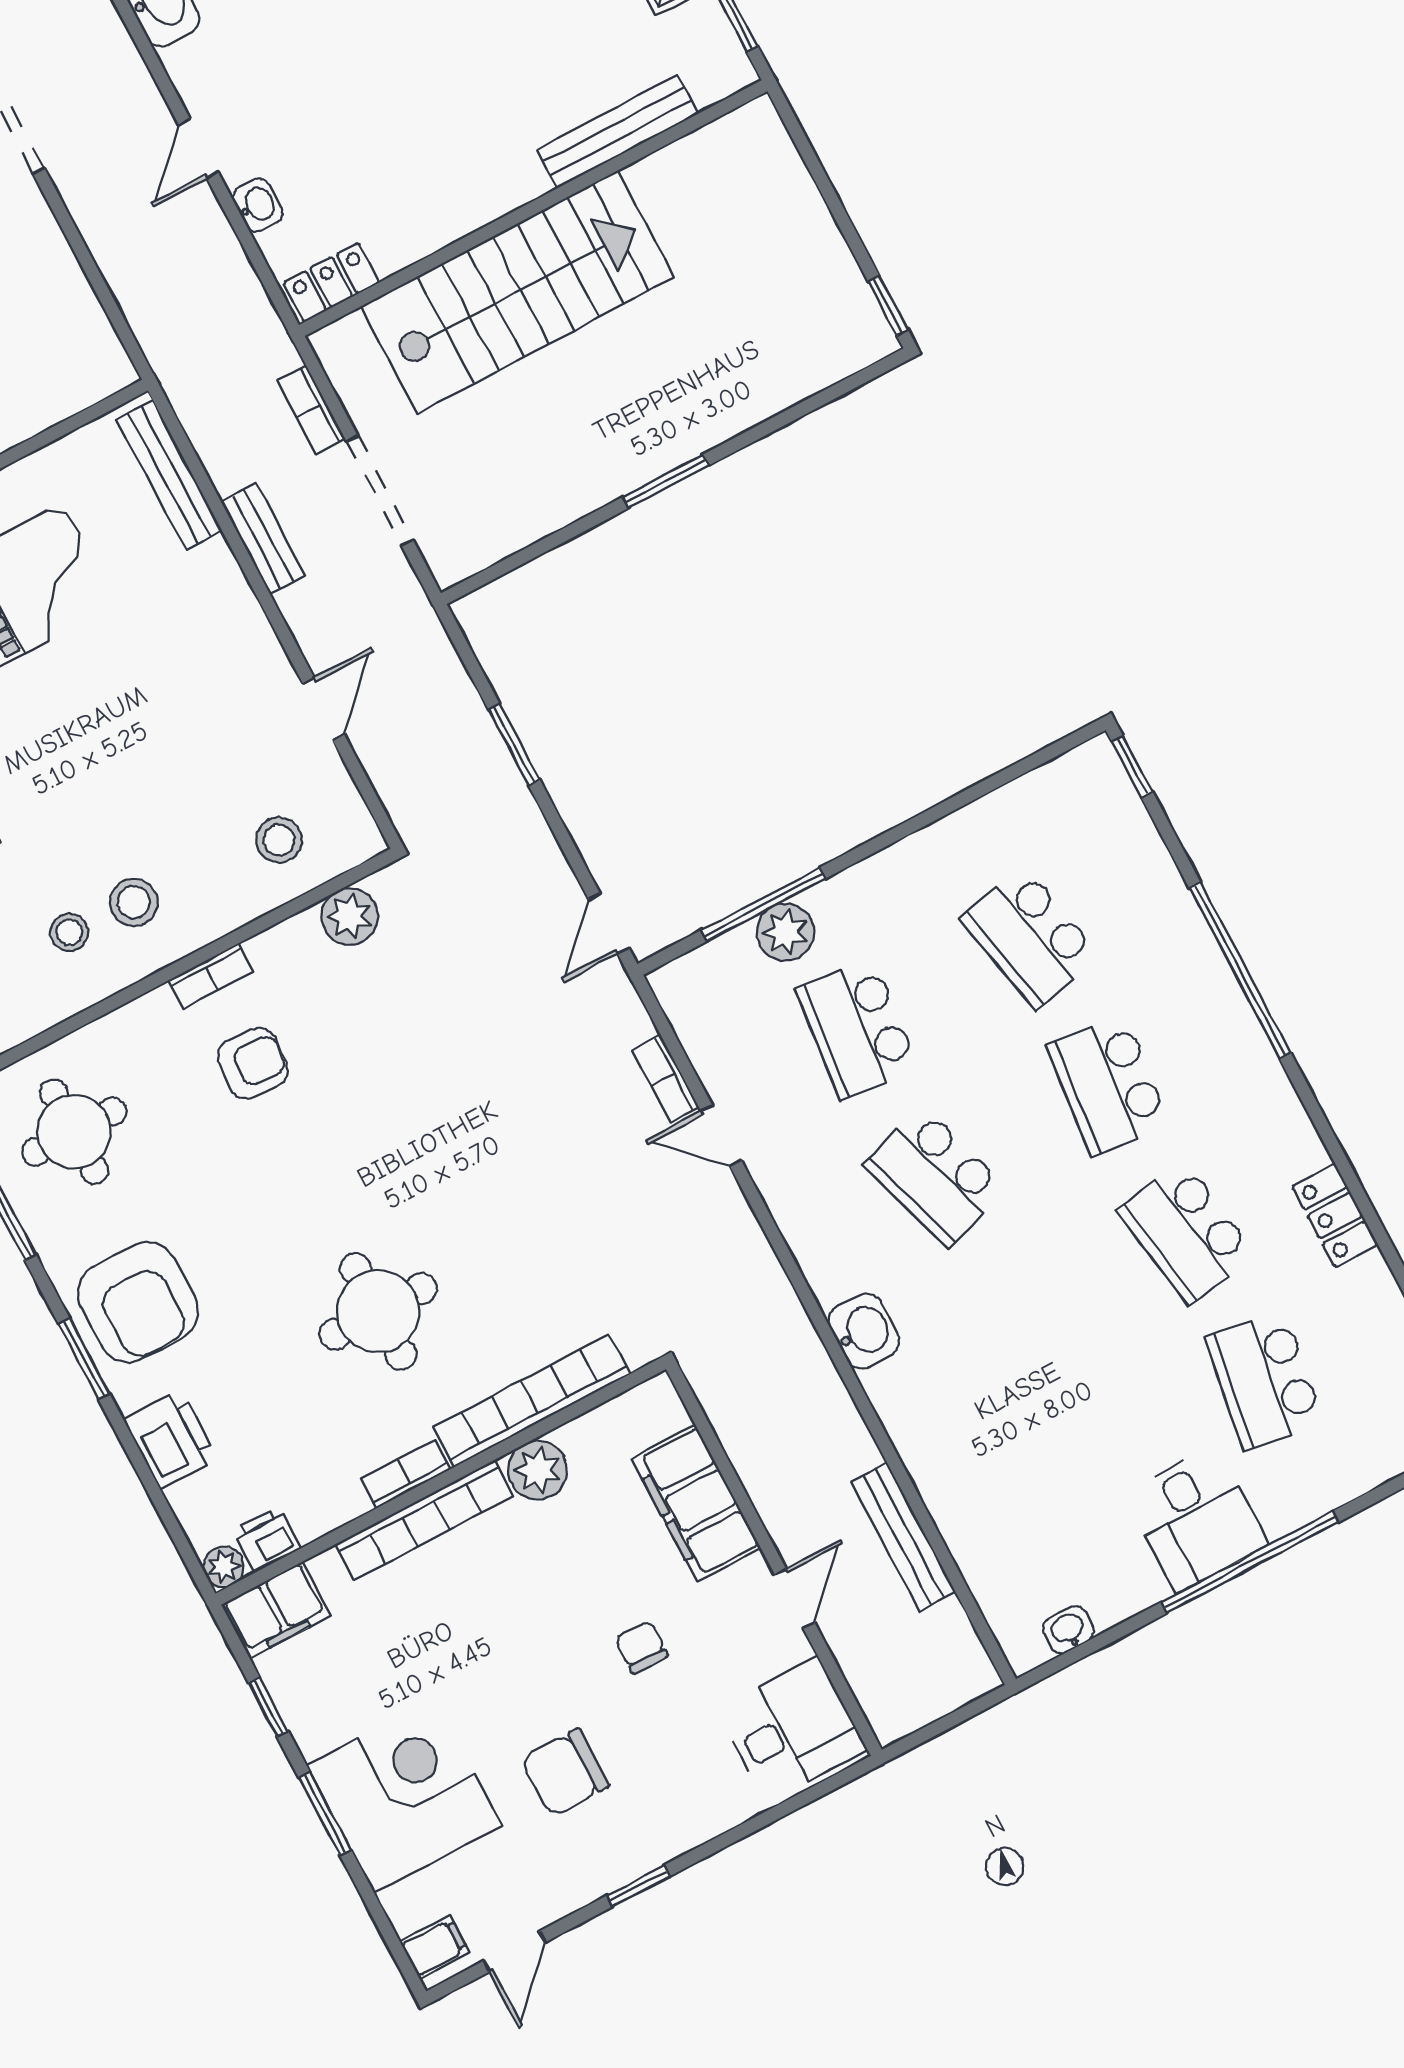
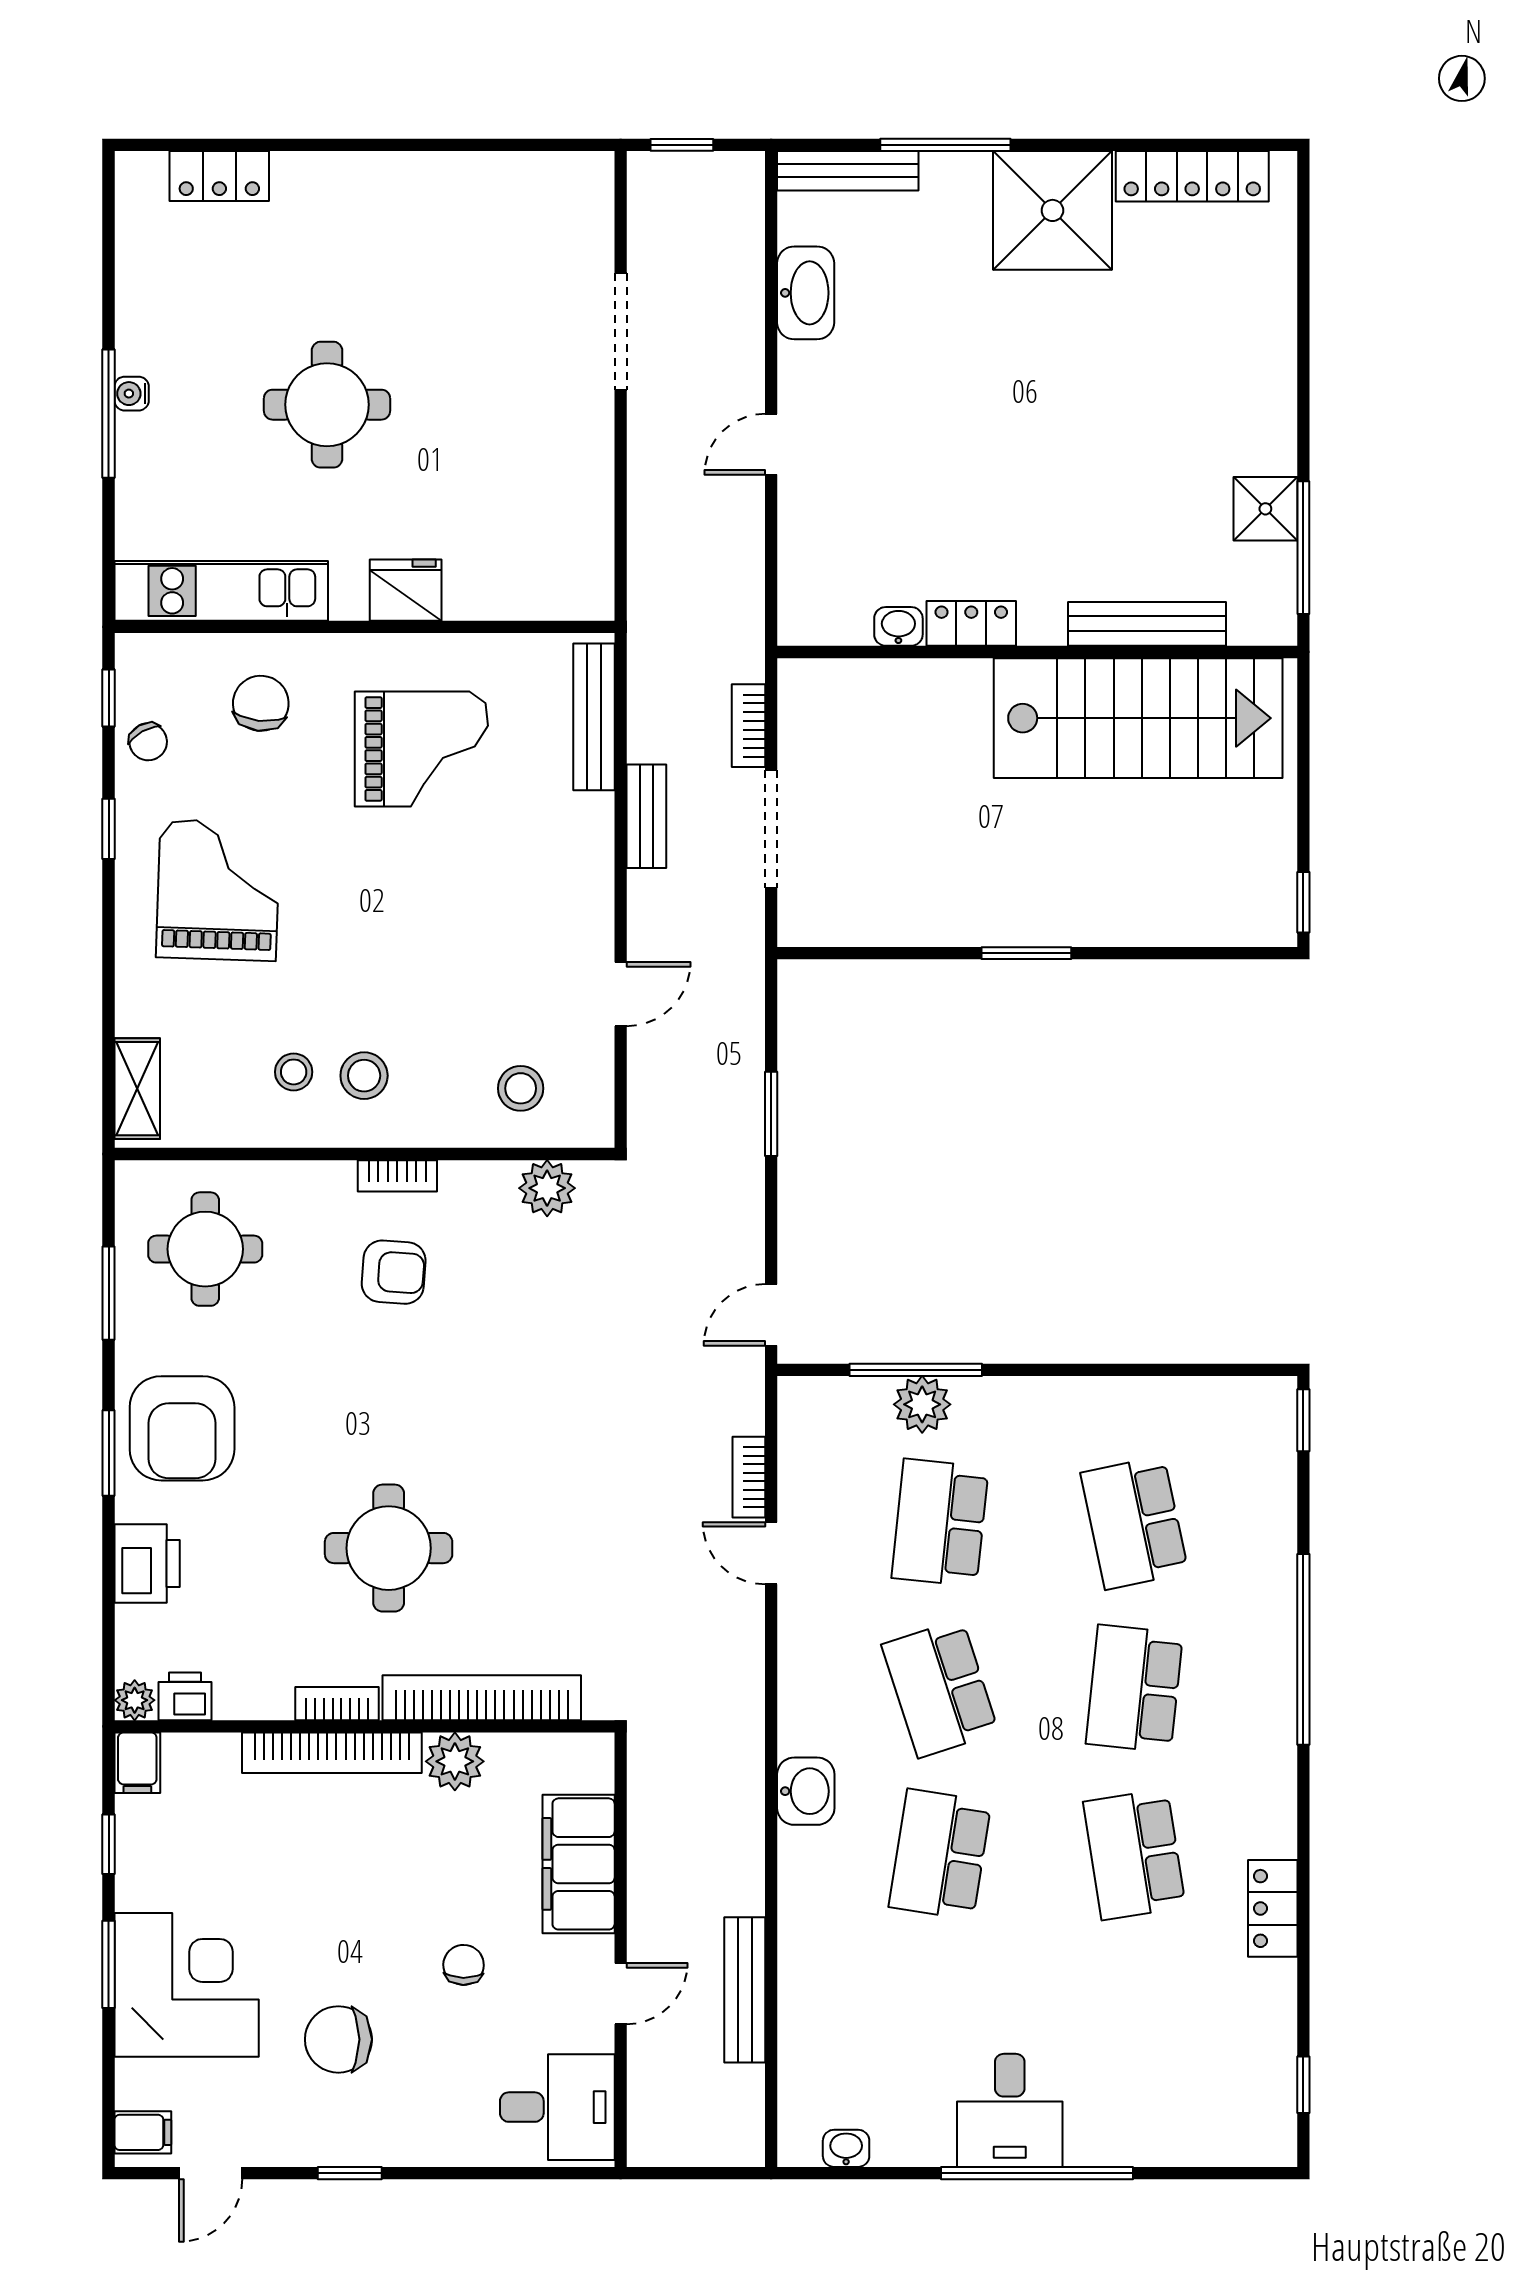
washbasin: (258, 205) -> (898, 626), moved, turned -90
locker: (331, 282) -> (971, 623), moved
stairs: (517, 292) -> (1138, 718), moved
school desk: (1265, 1380) -> (940, 1854), moved
filing cabinet: (276, 1610) -> (137, 1763), width x0.50

